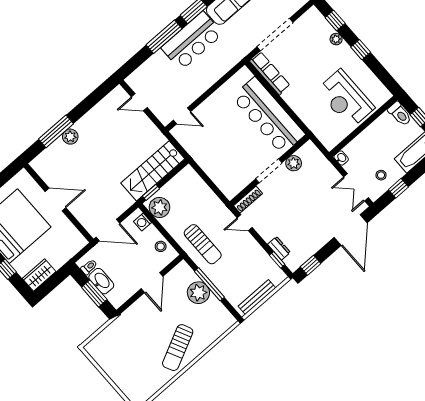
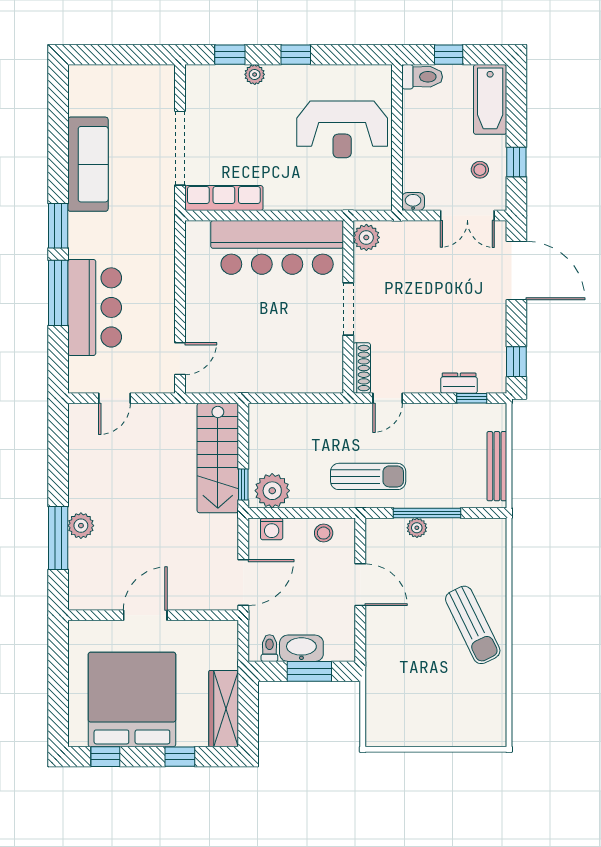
bar counter: (192, 41) -> (95, 307), moved
plant: (294, 163) -> (366, 237), moved
wardrobe: (39, 275) -> (224, 709), width x1.50
plant: (198, 293) -> (417, 528), width x0.53, depth x0.53

